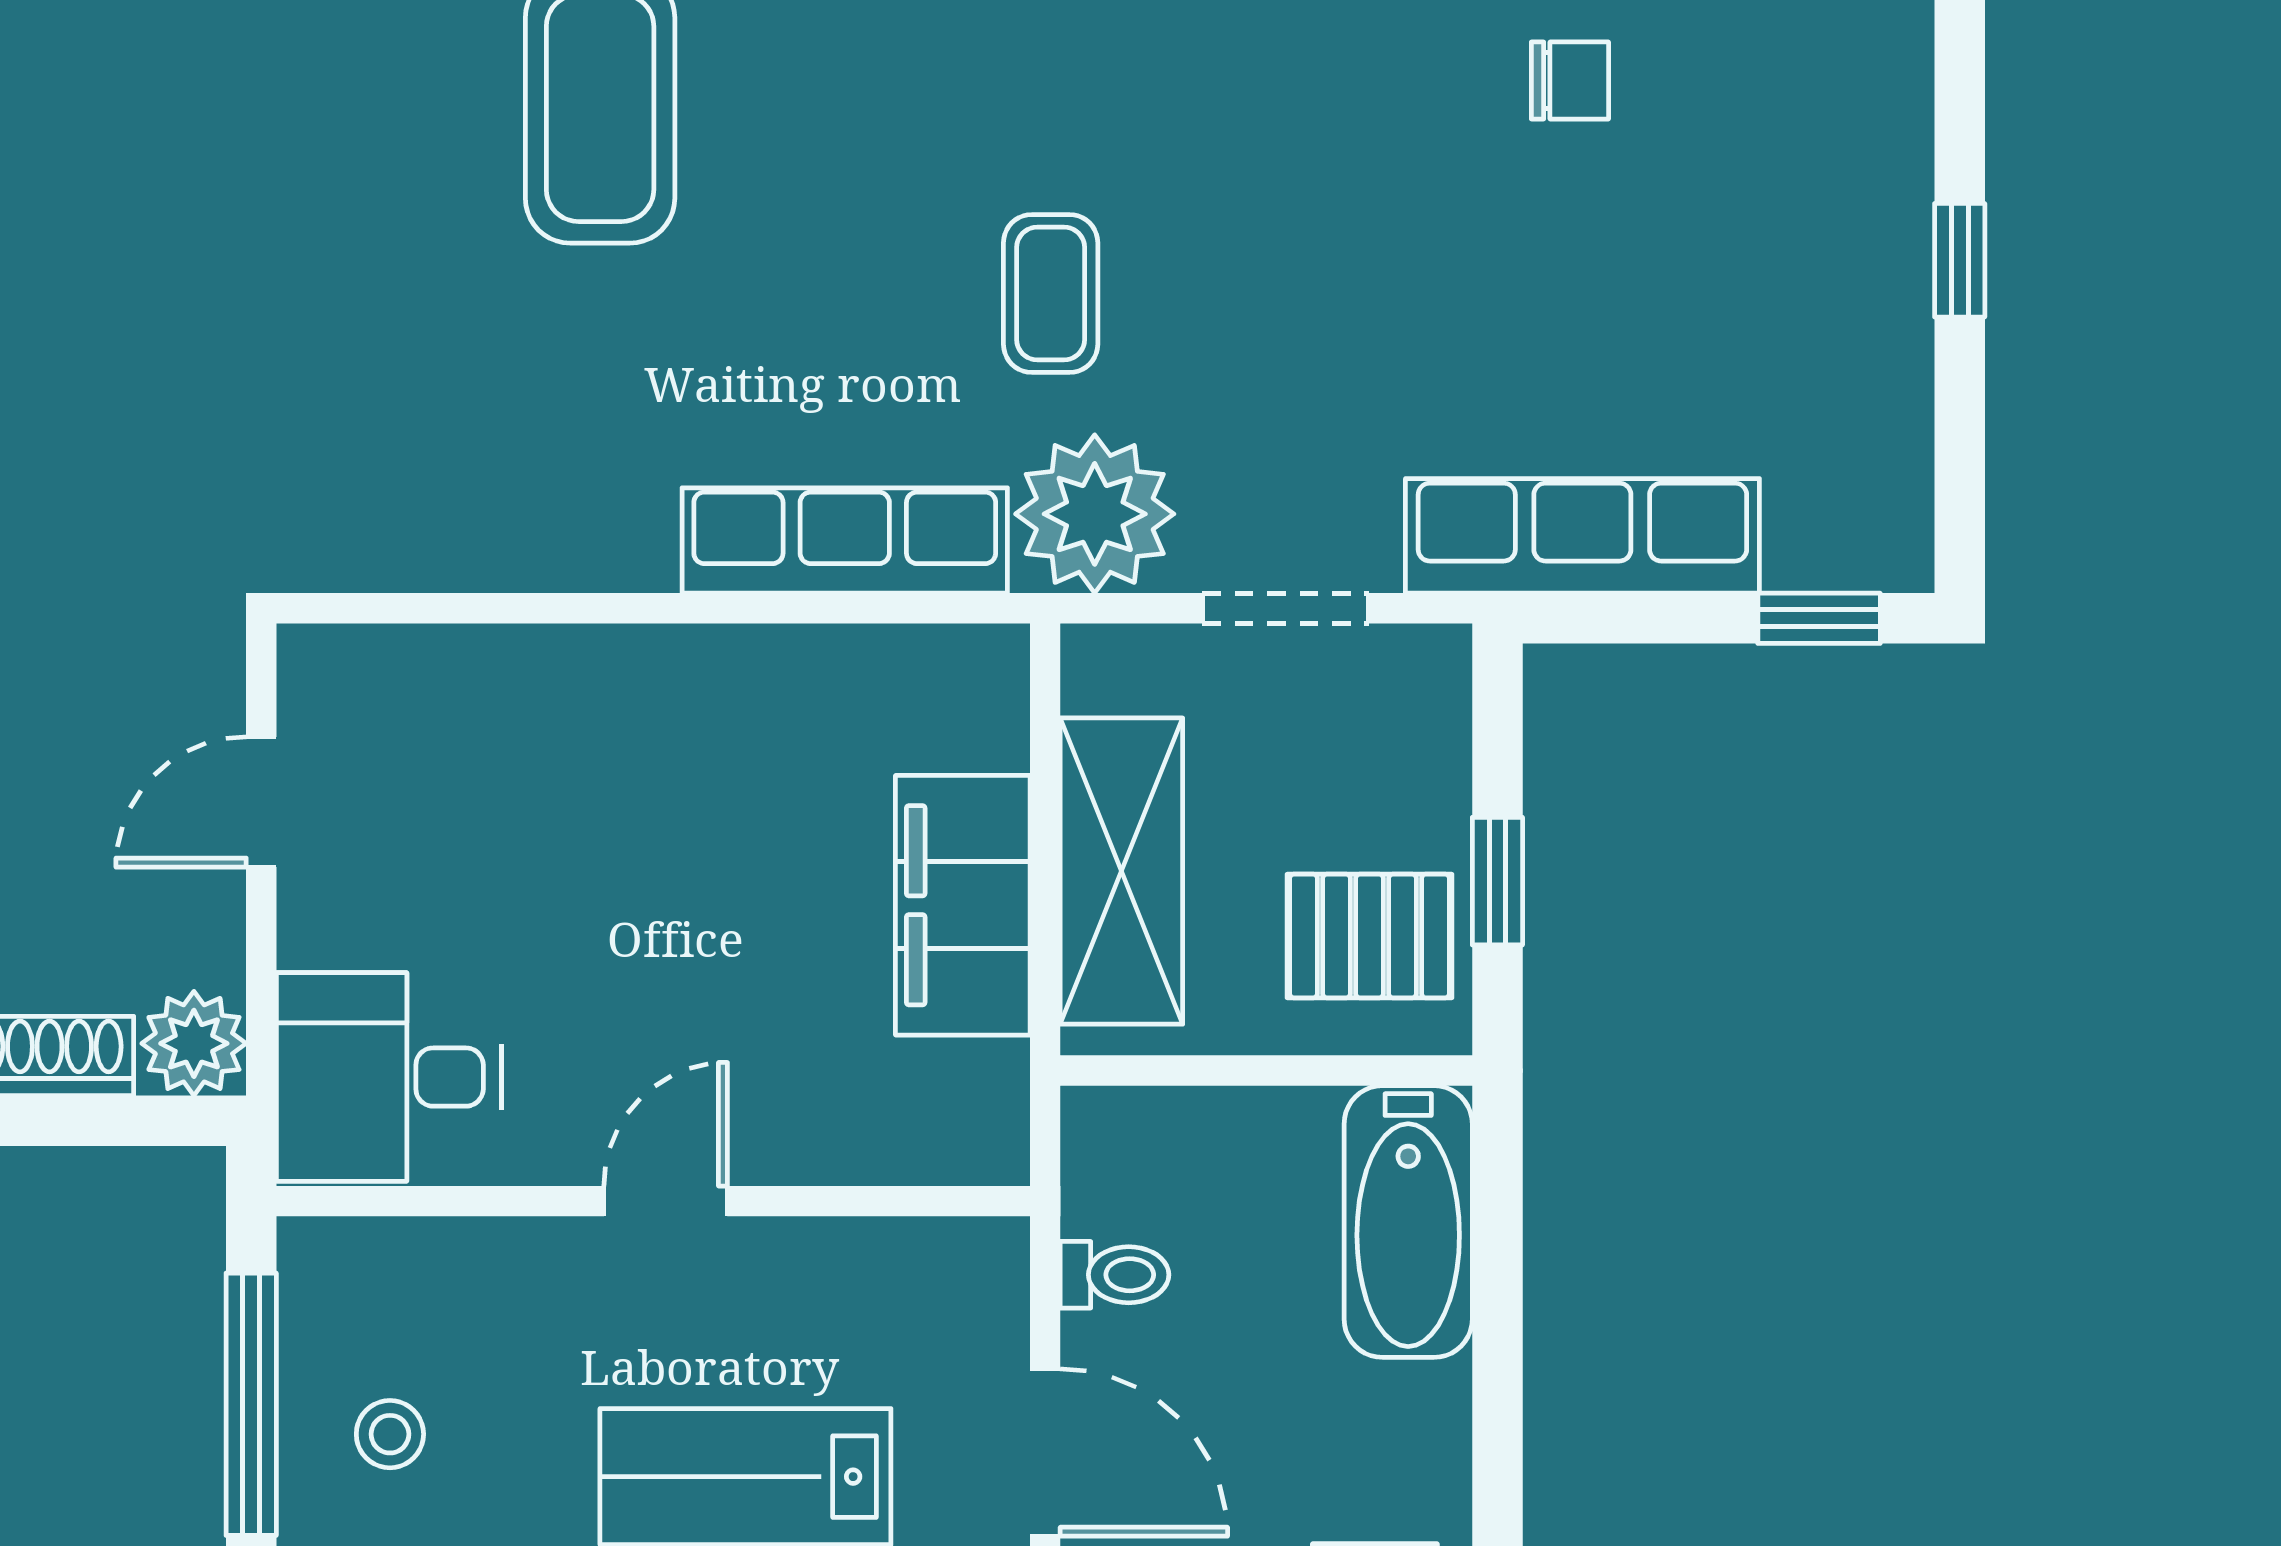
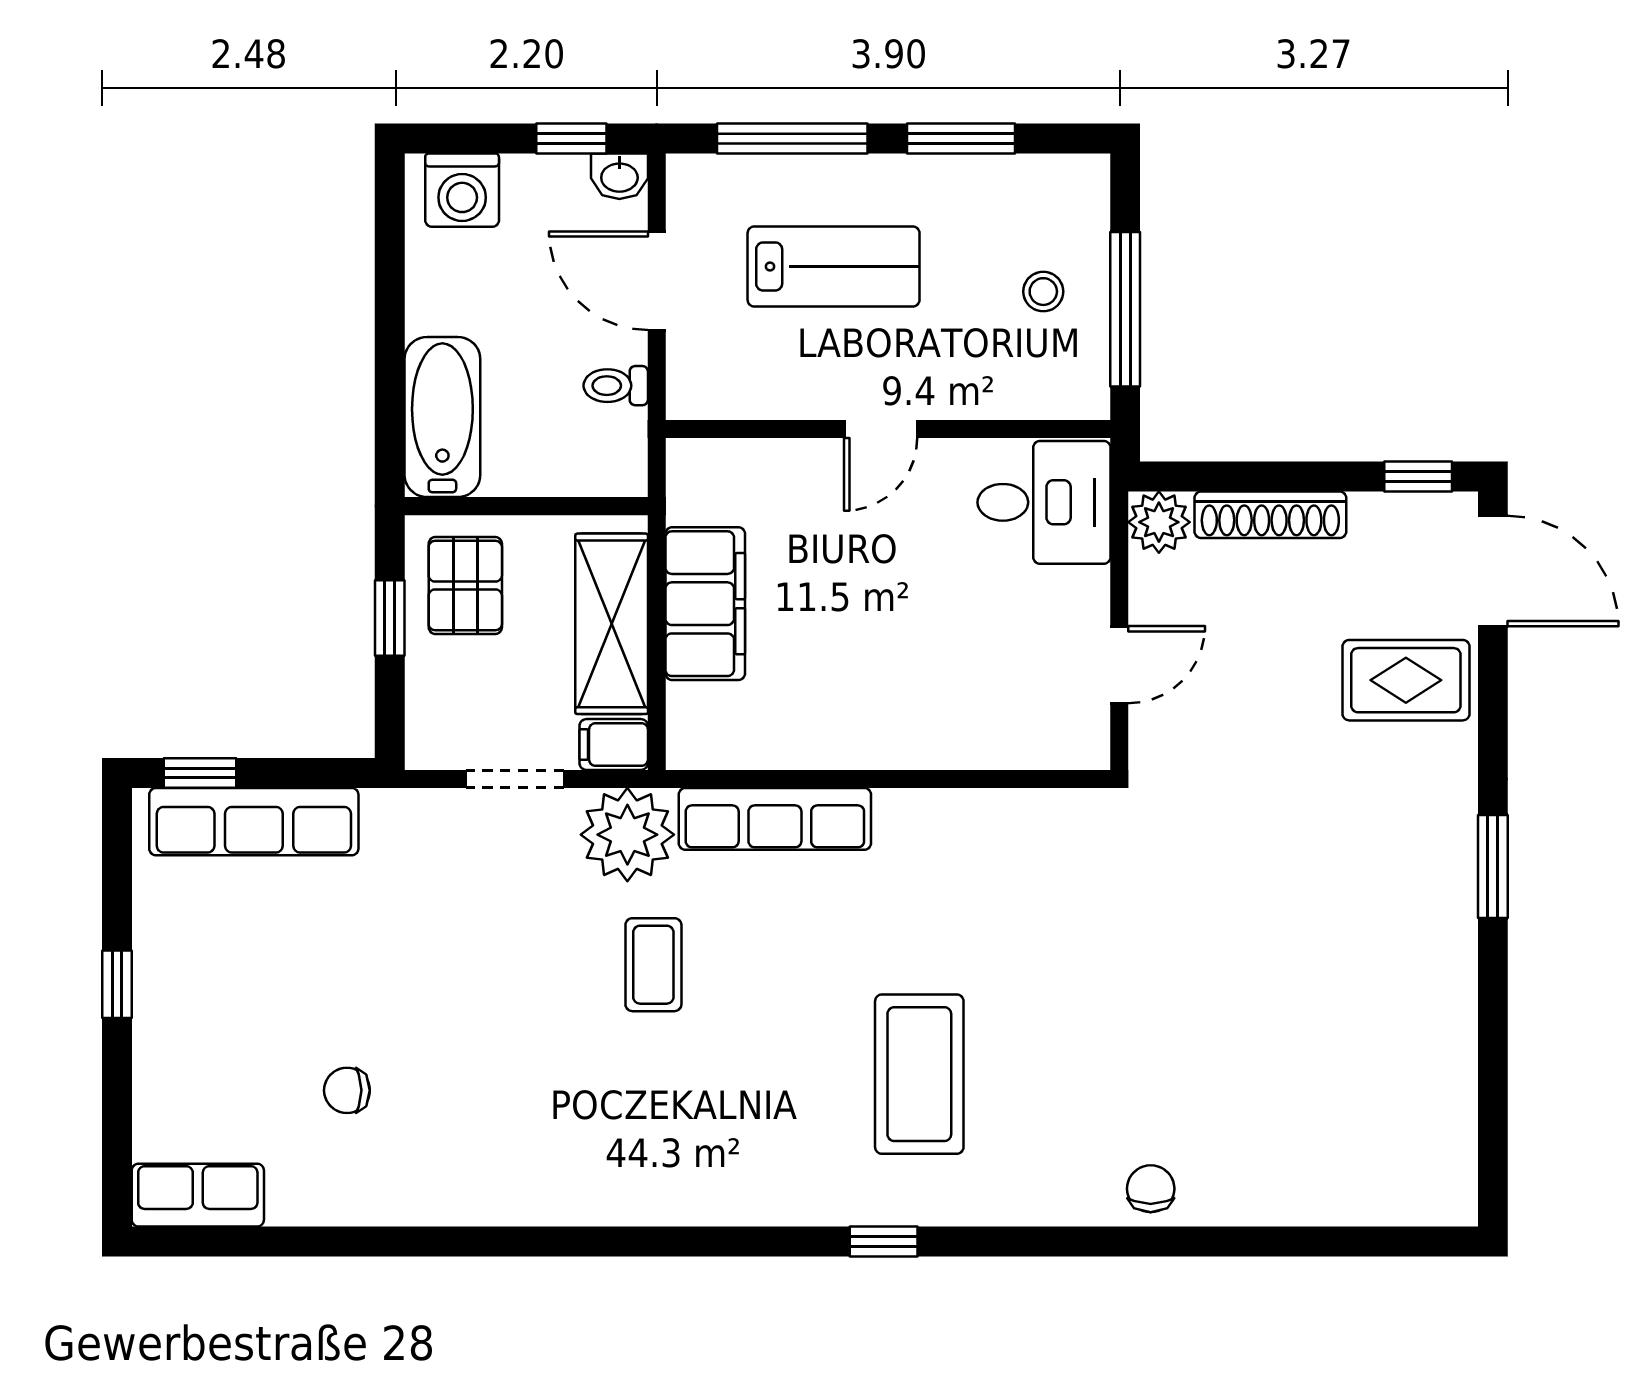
row of seats: (1582, 536) -> (254, 822), moved
filing cabinet: (1118, 667) -> (614, 745), added
pallet: (1369, 936) -> (465, 586), turned 90

